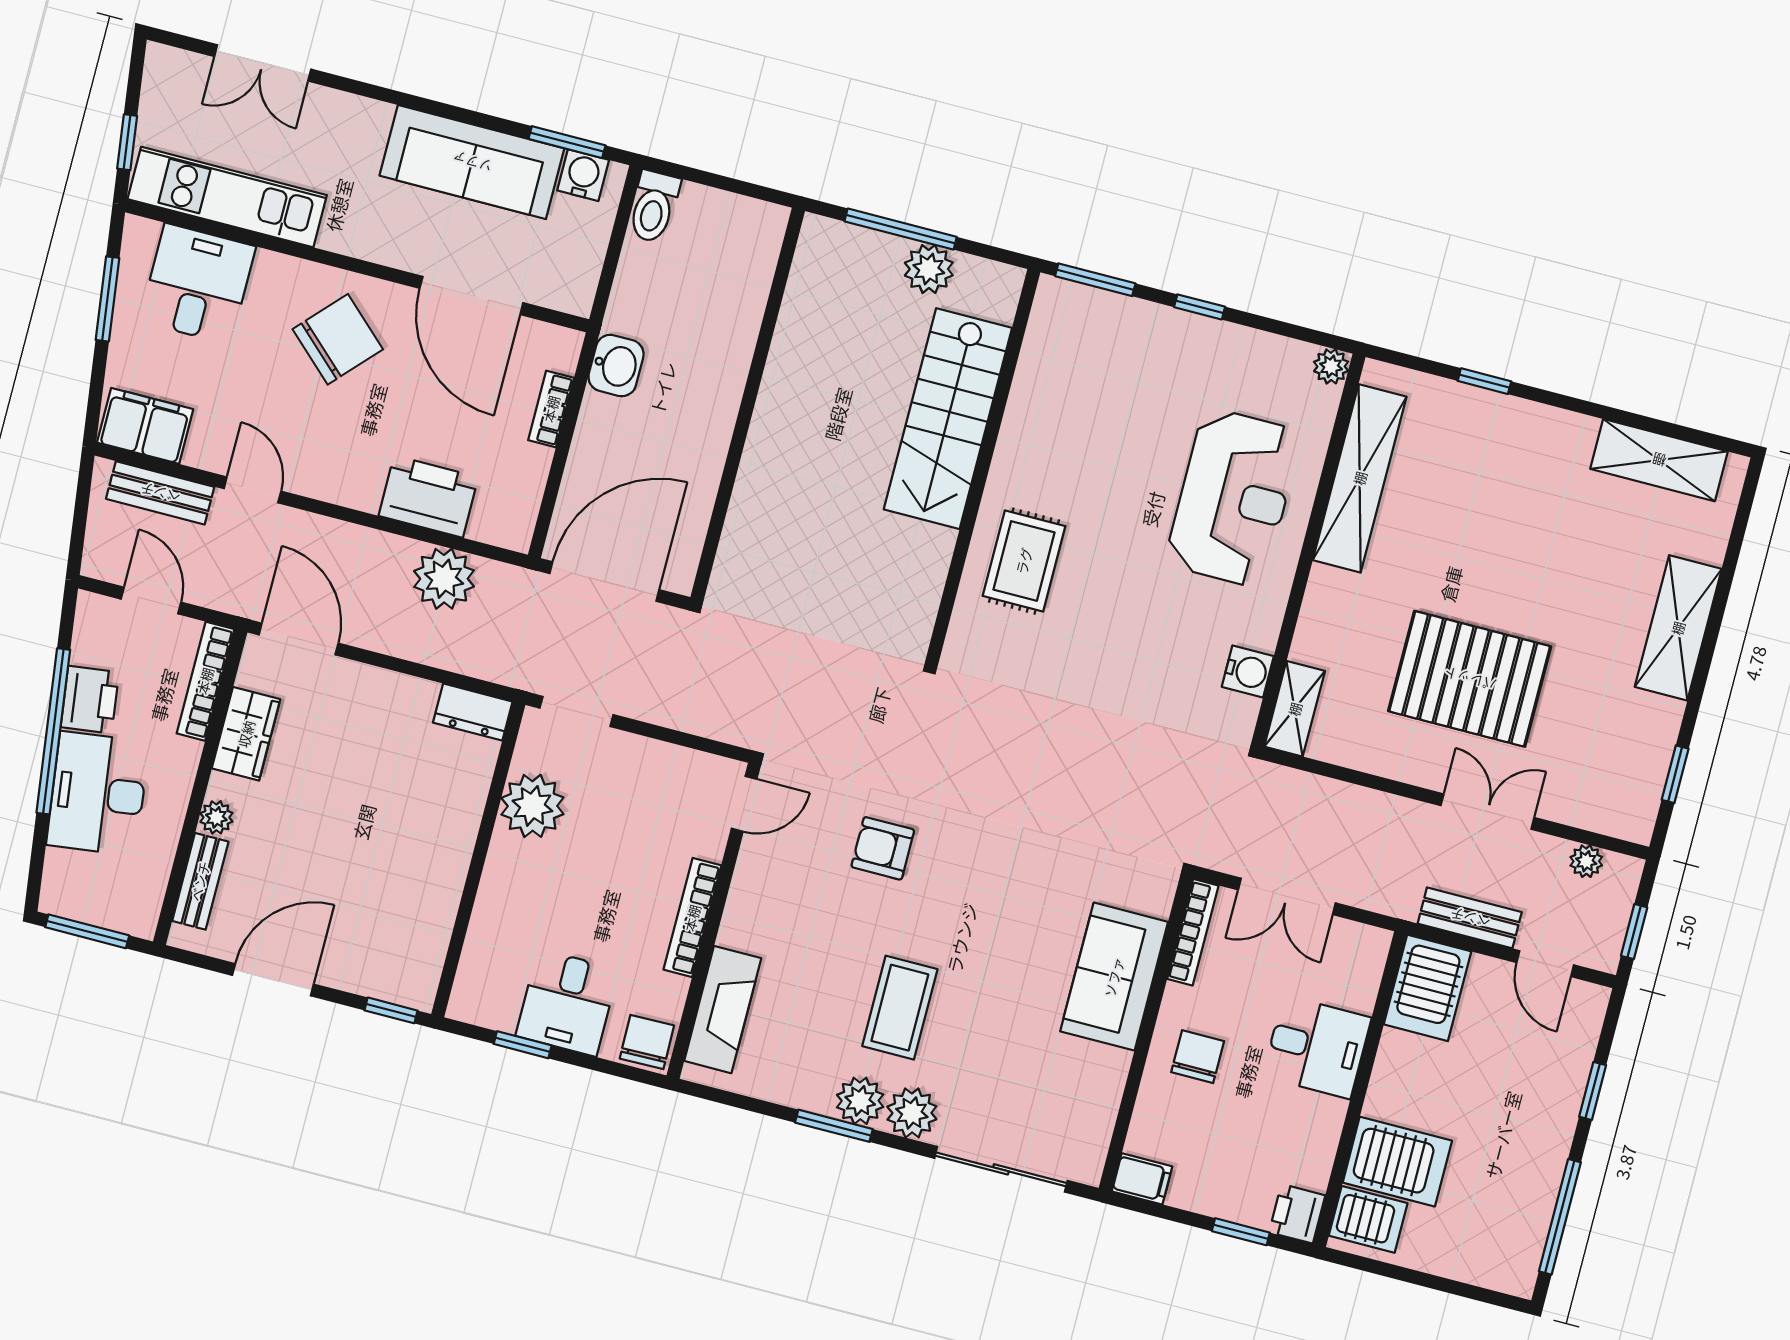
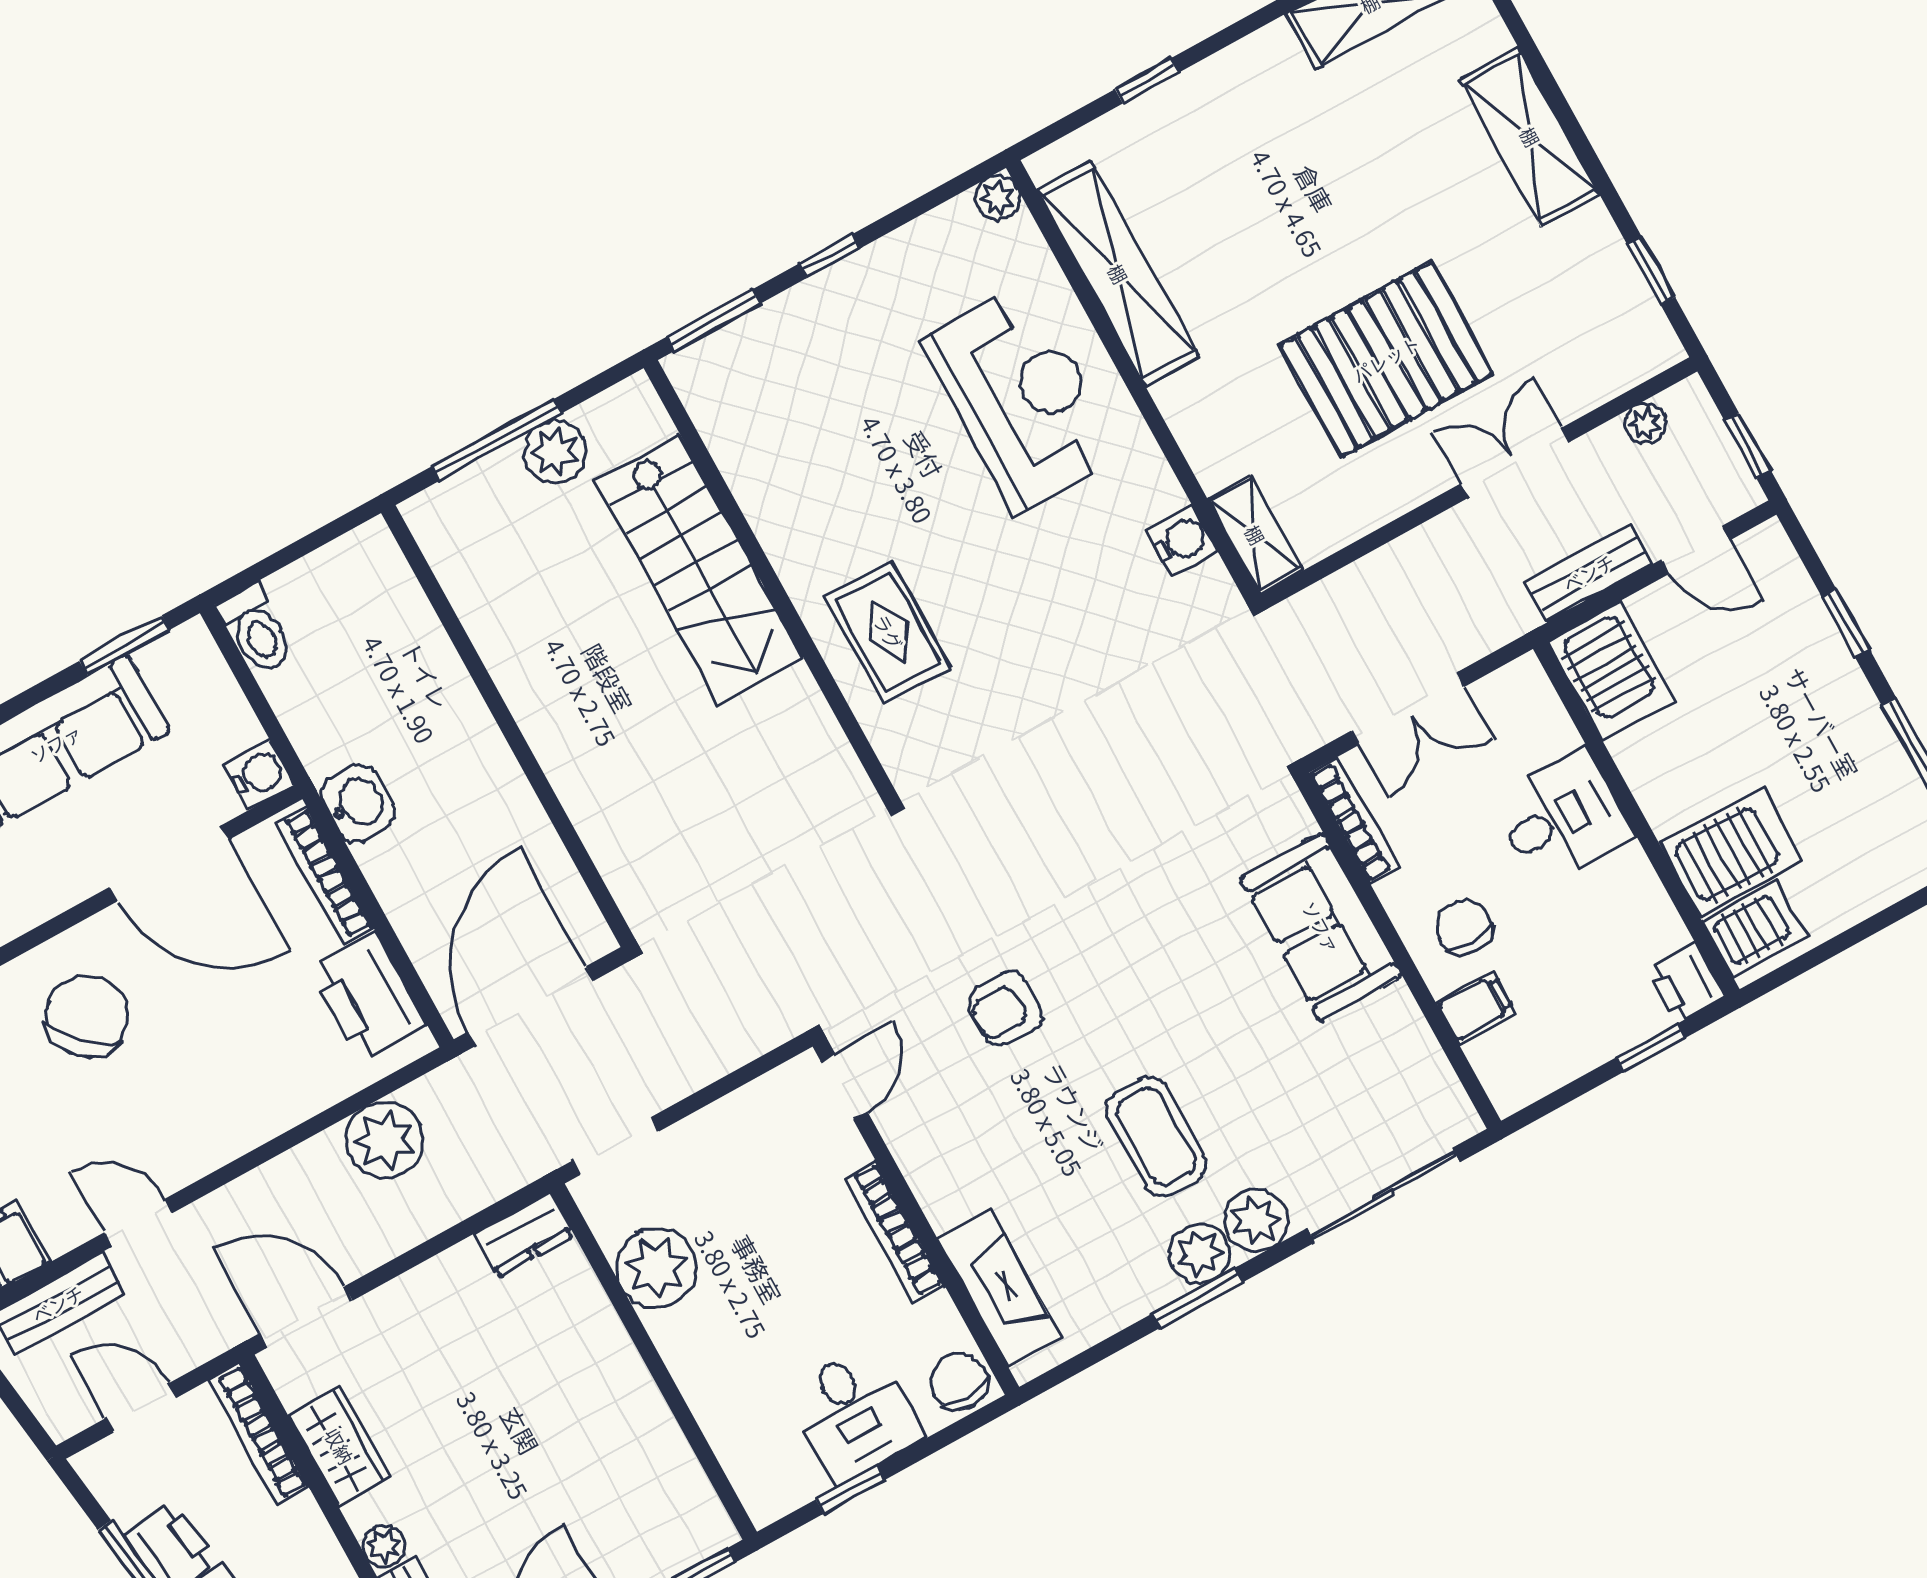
water cooler: (583, 175) -> (259, 774), moved, turned 90
bookcase: (551, 409) -> (324, 875), width x1.56
printer: (428, 496) -> (368, 997), moved, turned -90
filing cabinet: (1142, 1179) -> (1476, 1008), moved

